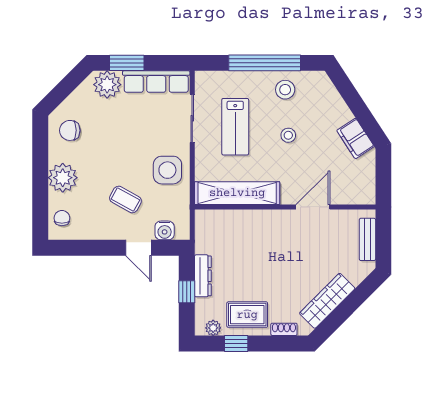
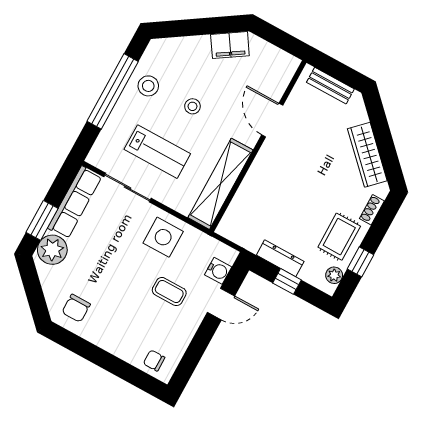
plant: (63, 178) -> (117, 339), removed
coffee table: (125, 199) -> (169, 292), turned 61

